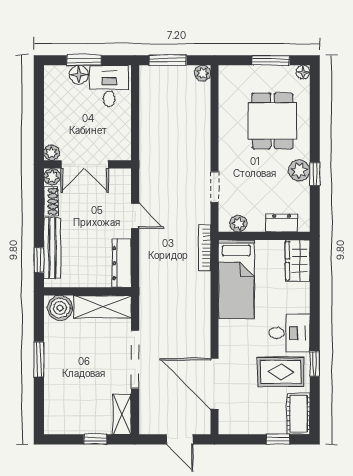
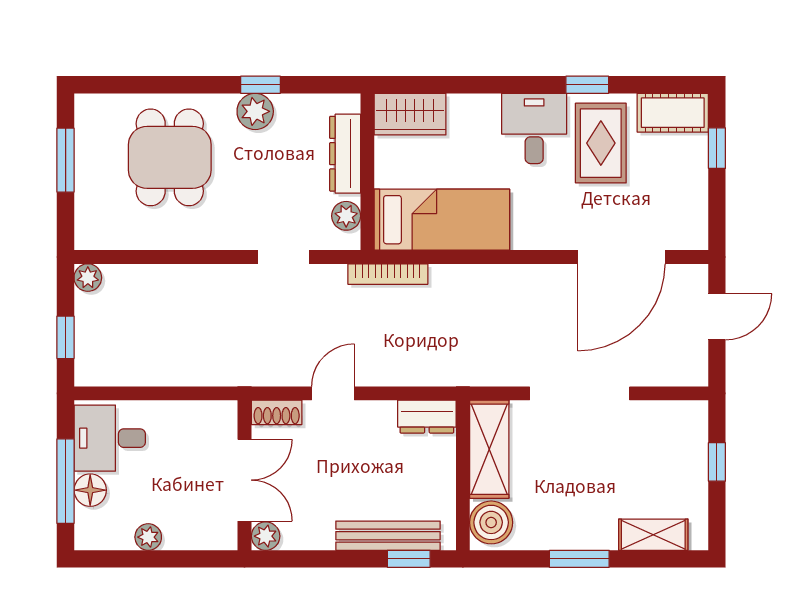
window: (84, 60) -> (66, 481), width x1.44
window: (168, 60) -> (66, 337), width x0.67
floor lamp: (303, 72) -> (86, 105), removed
dining table: (272, 121) -> (170, 157), turned 90
plant: (52, 153) -> (148, 537), moved
shoe rack: (51, 201) -> (277, 412), moved, turned 180
dresser: (282, 223) -> (345, 154), width x1.44
dresser: (122, 263) -> (427, 417), width x0.70
shelving: (122, 414) -> (653, 535), moved

